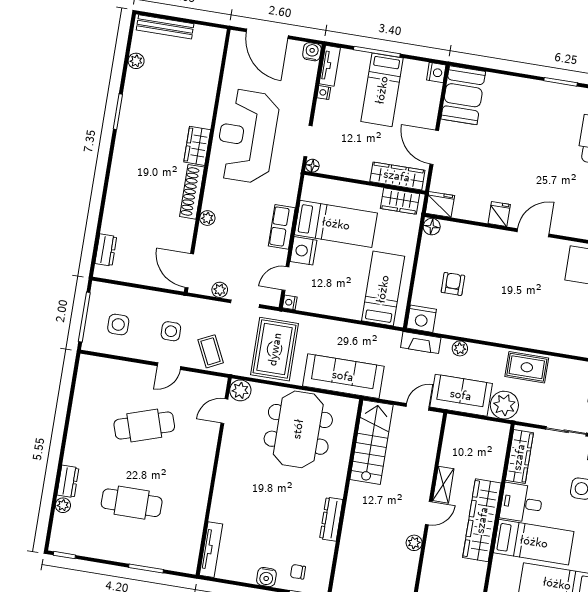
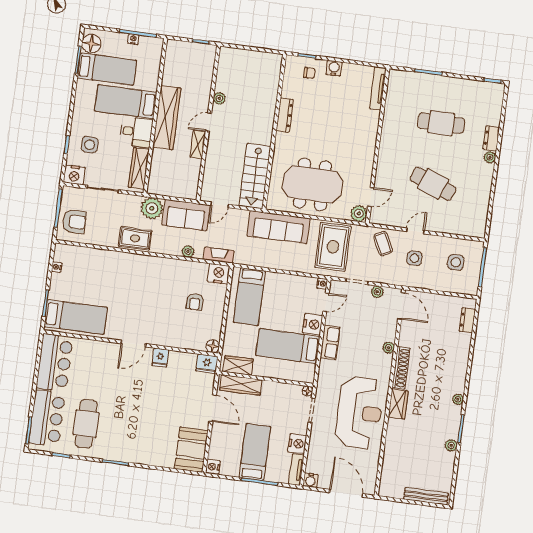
plant: (136, 61) -> (451, 445), moved
nightstand: (324, 93) -> (297, 444), width x1.89, depth x1.79
plant: (121, 149) -> (458, 399), added
cafe table: (144, 426) -> (433, 184), turned 39
meeting table: (298, 429) -> (313, 184), turned 90
plant: (63, 505) -> (490, 157), moved

